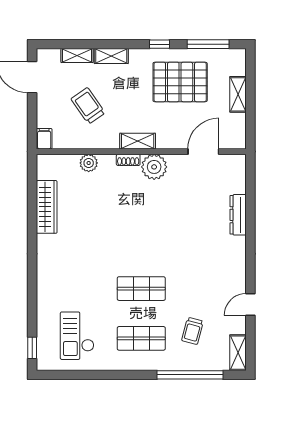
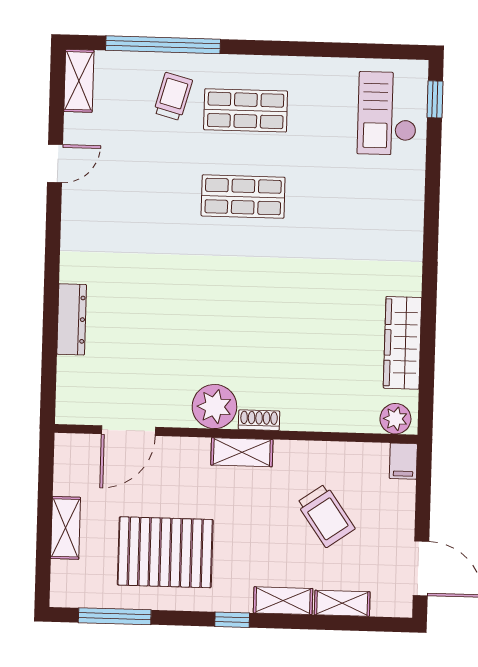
window: (159, 44) -> (232, 620), moved
plant: (89, 163) -> (395, 419), moved
trolley: (192, 331) -> (173, 96), moved
checkout: (77, 336) -> (387, 113), moved, turned 180

